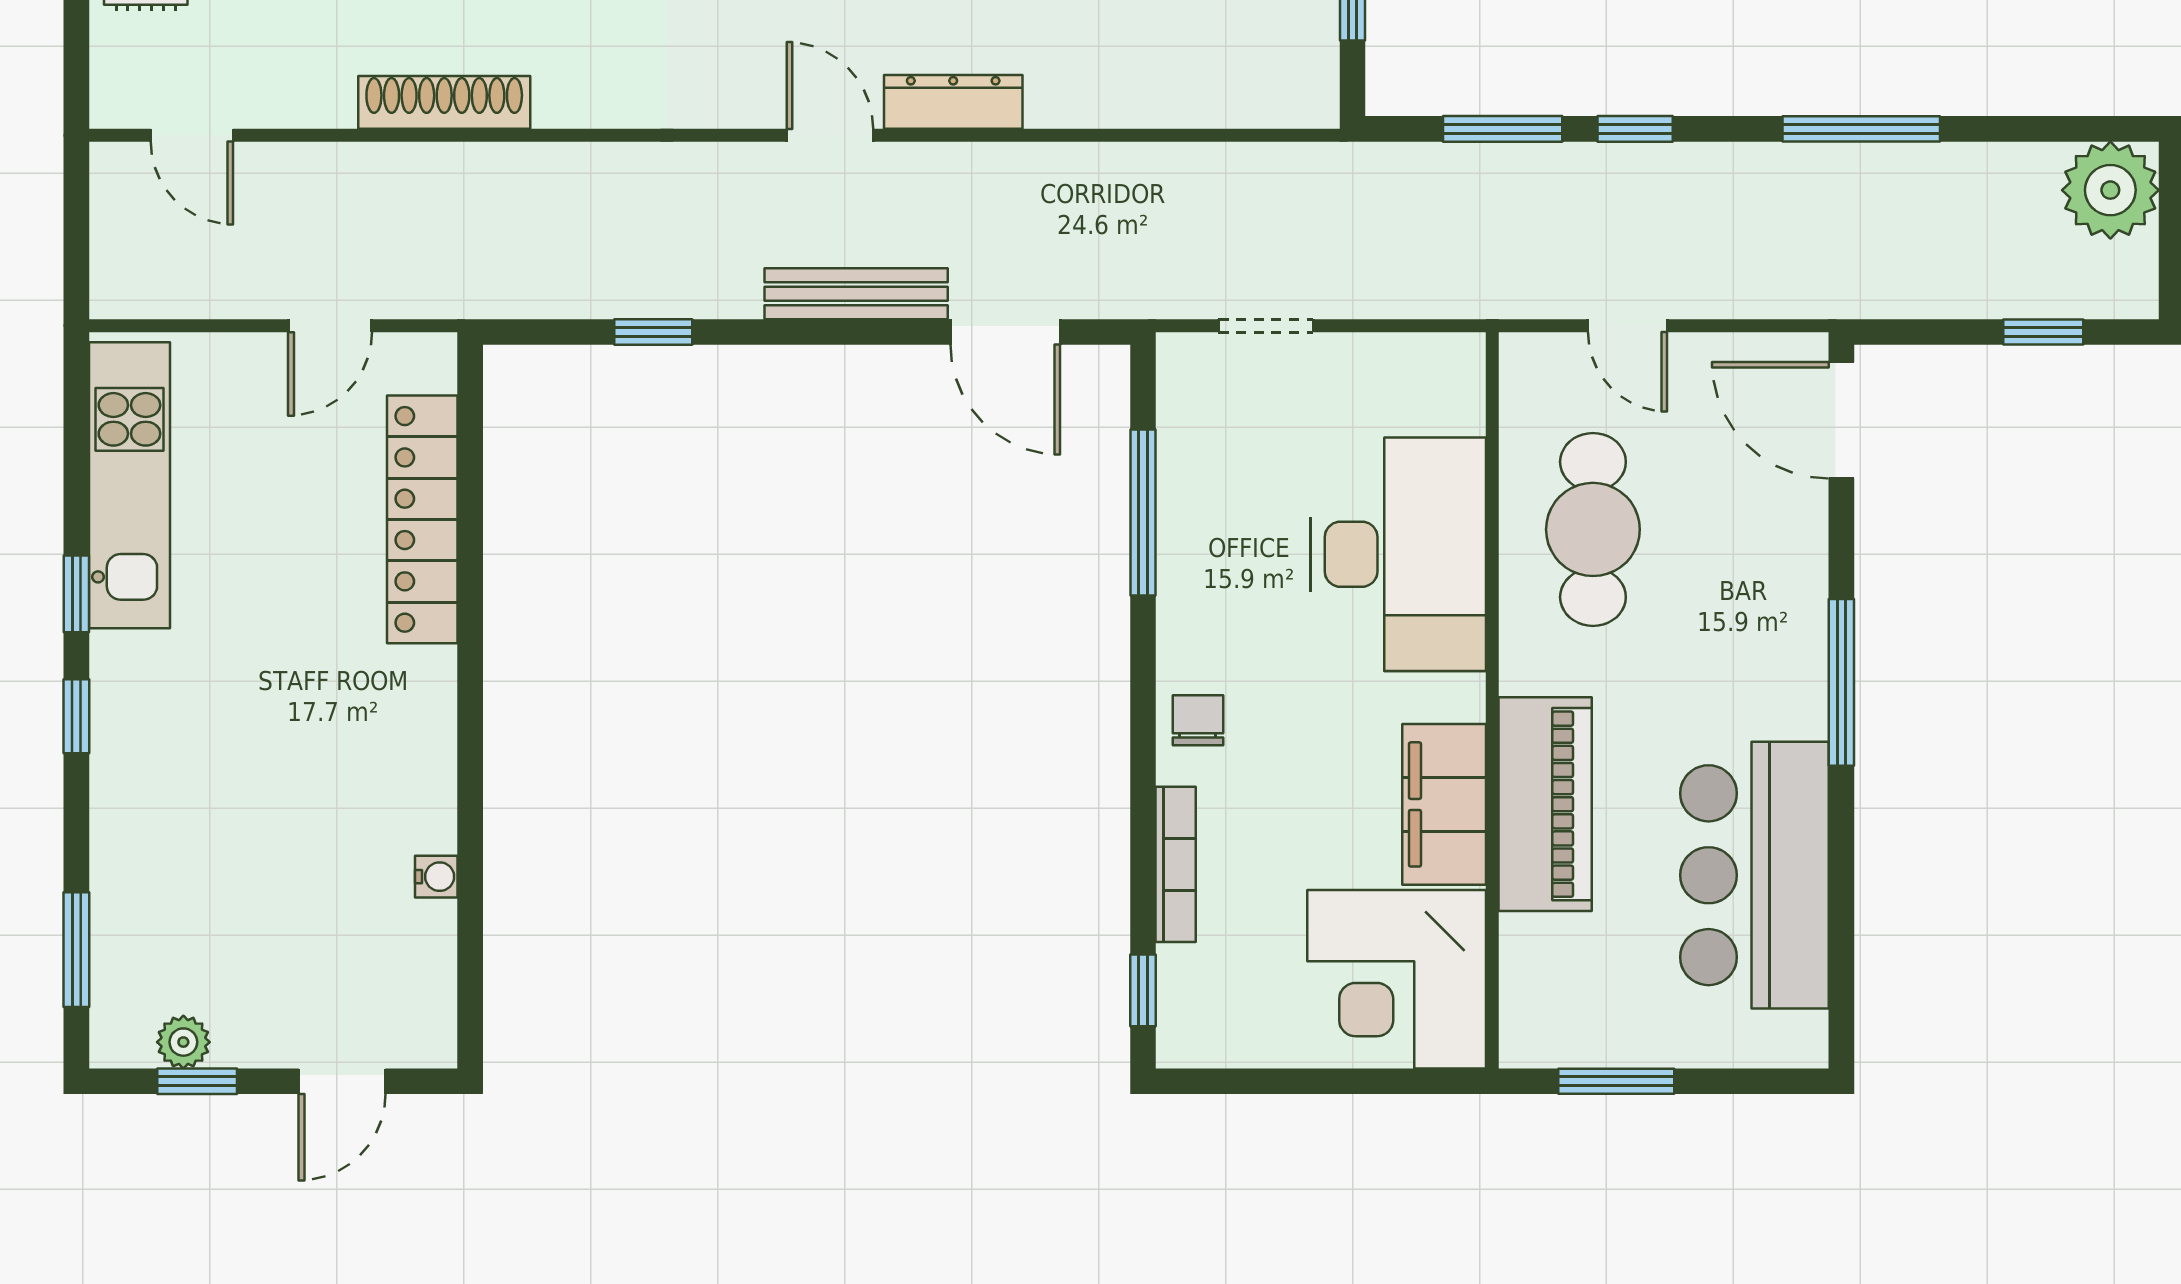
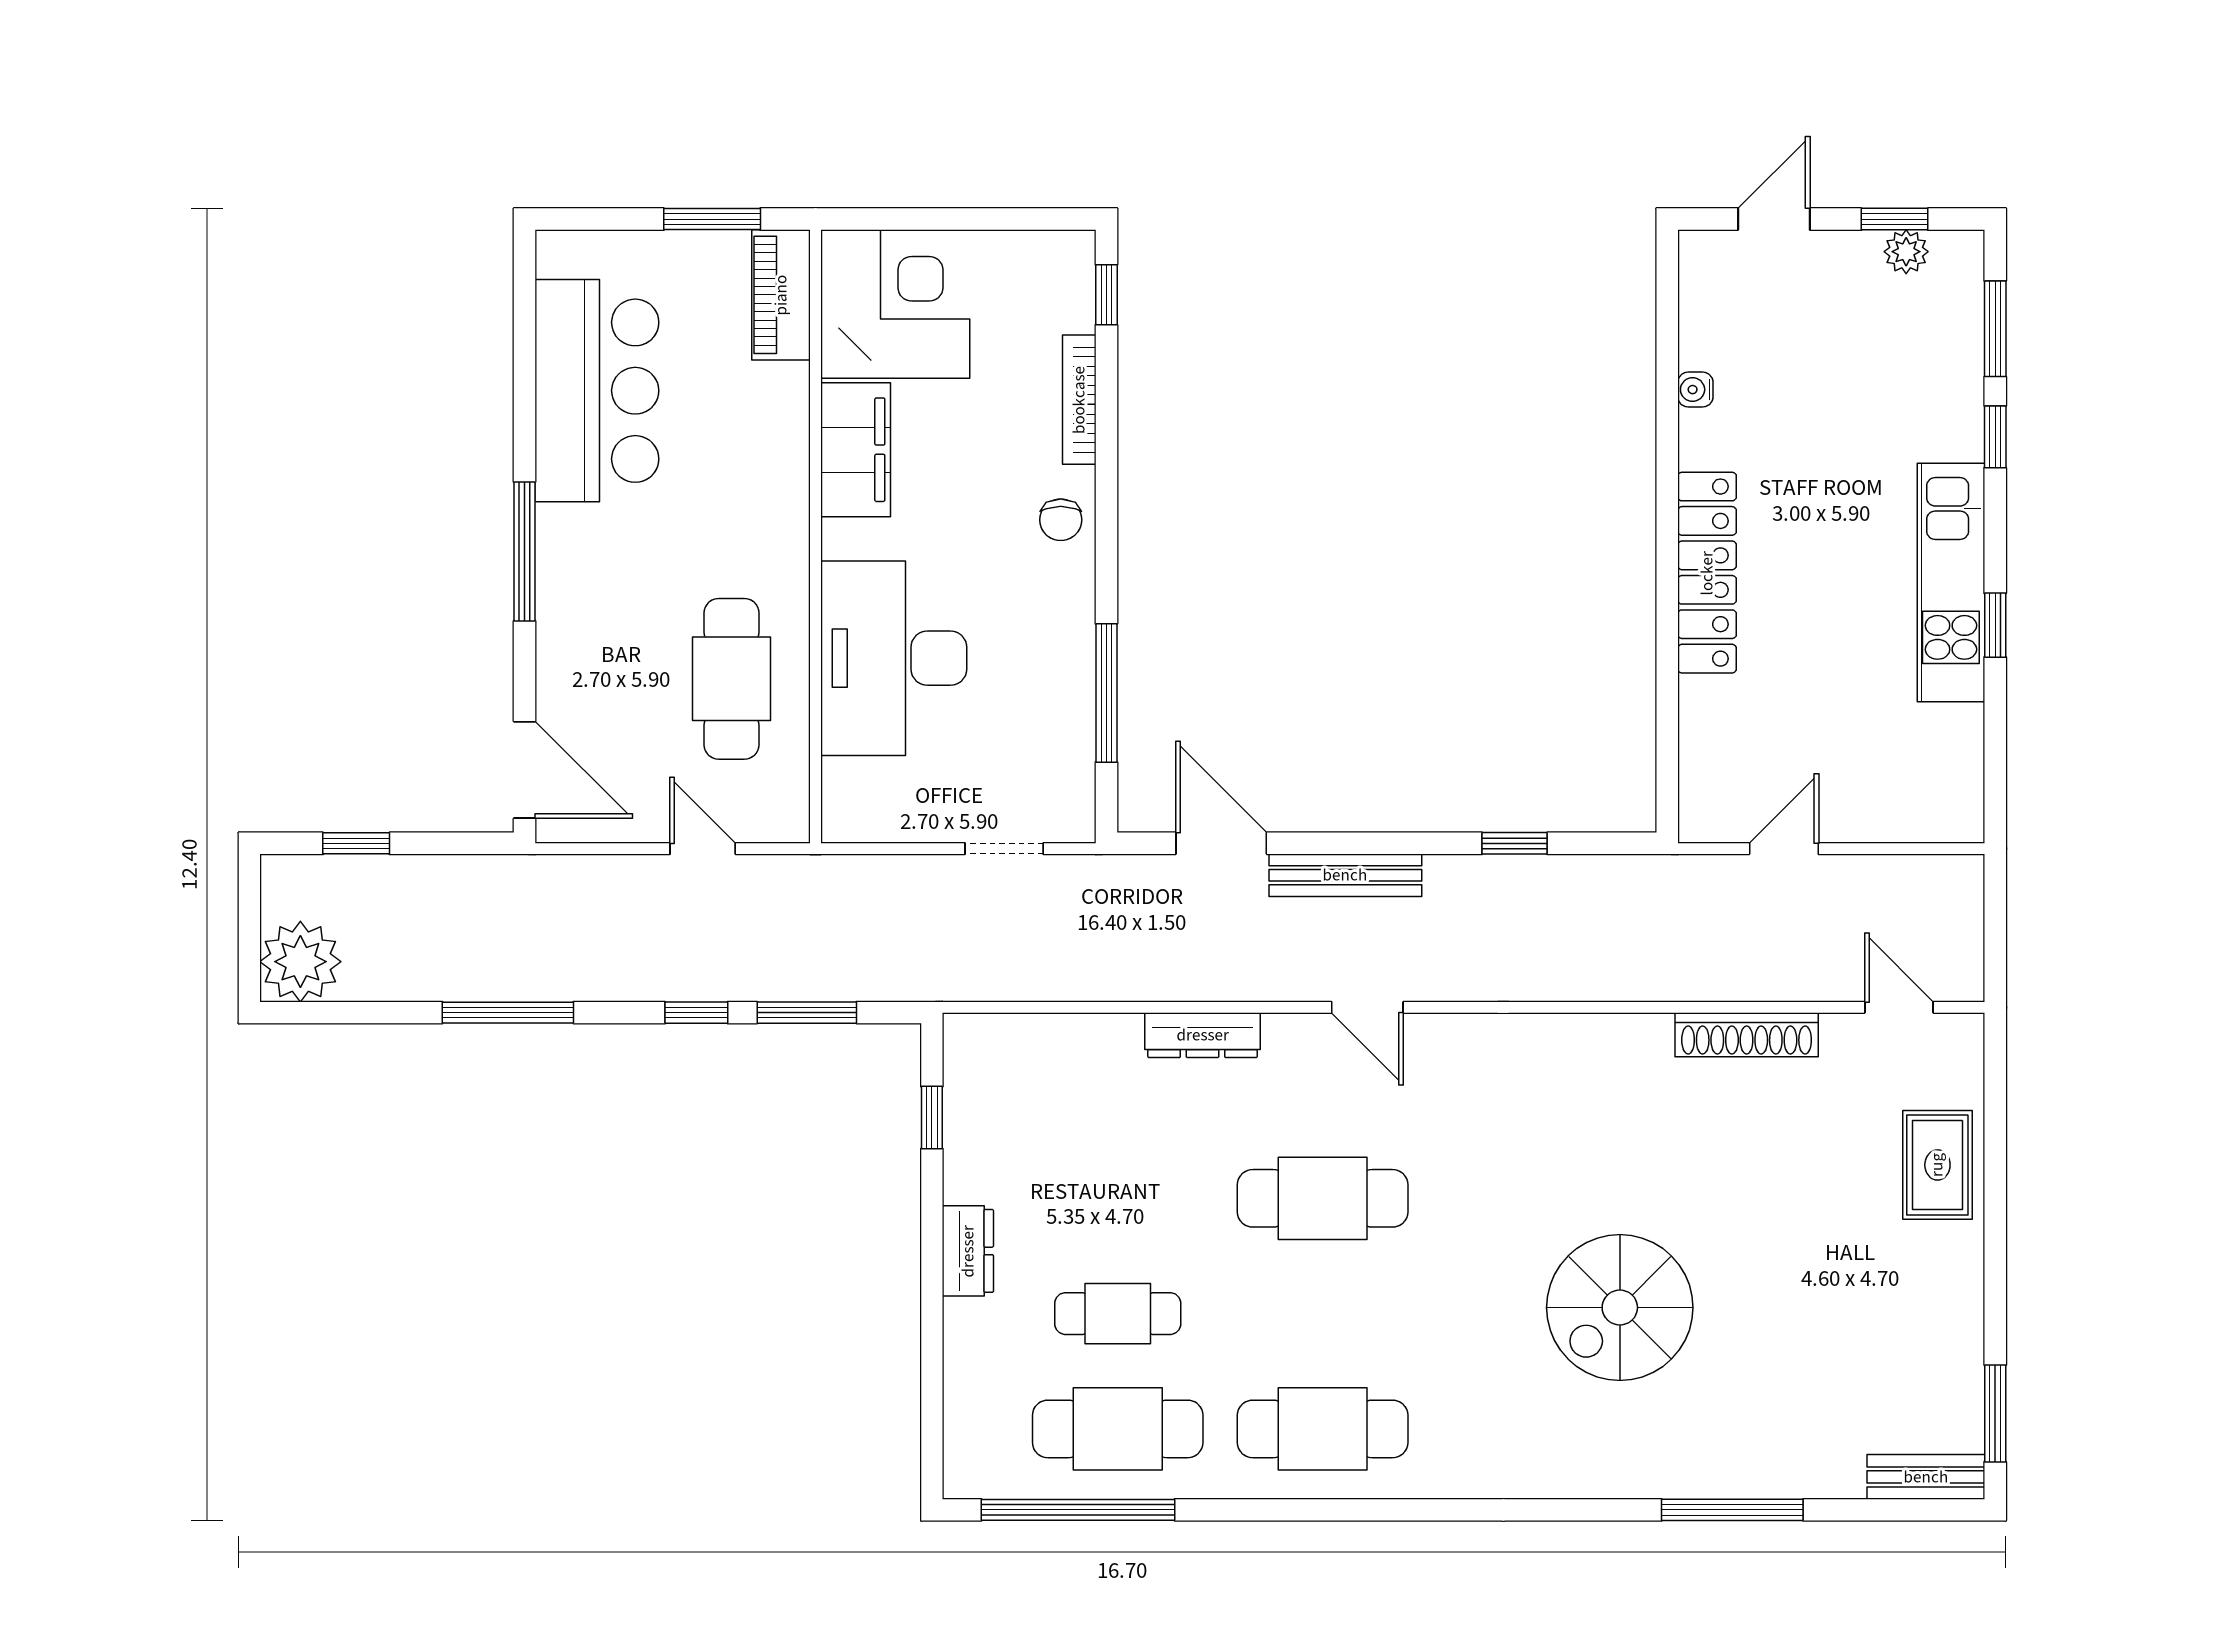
shoe rack: (444, 102) -> (1747, 1035), moved
dresser: (953, 102) -> (1203, 1035), moved
kitchen unit: (129, 485) -> (1951, 583), moved
locker: (422, 519) -> (1707, 573), moved
window: (76, 716) -> (1995, 437), moved
piano: (1545, 804) -> (781, 295), moved, width x0.73, depth x0.75

